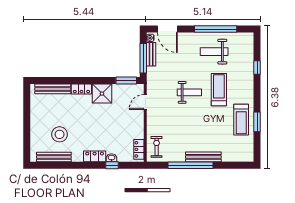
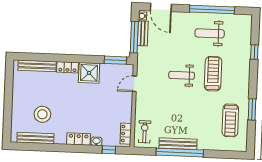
weight bench: (189, 92) -> (182, 75), turned 180
treadmill: (241, 120) -> (230, 120), moved
bench: (203, 157) -> (178, 144), moved
window: (112, 165) -> (109, 150), moved

